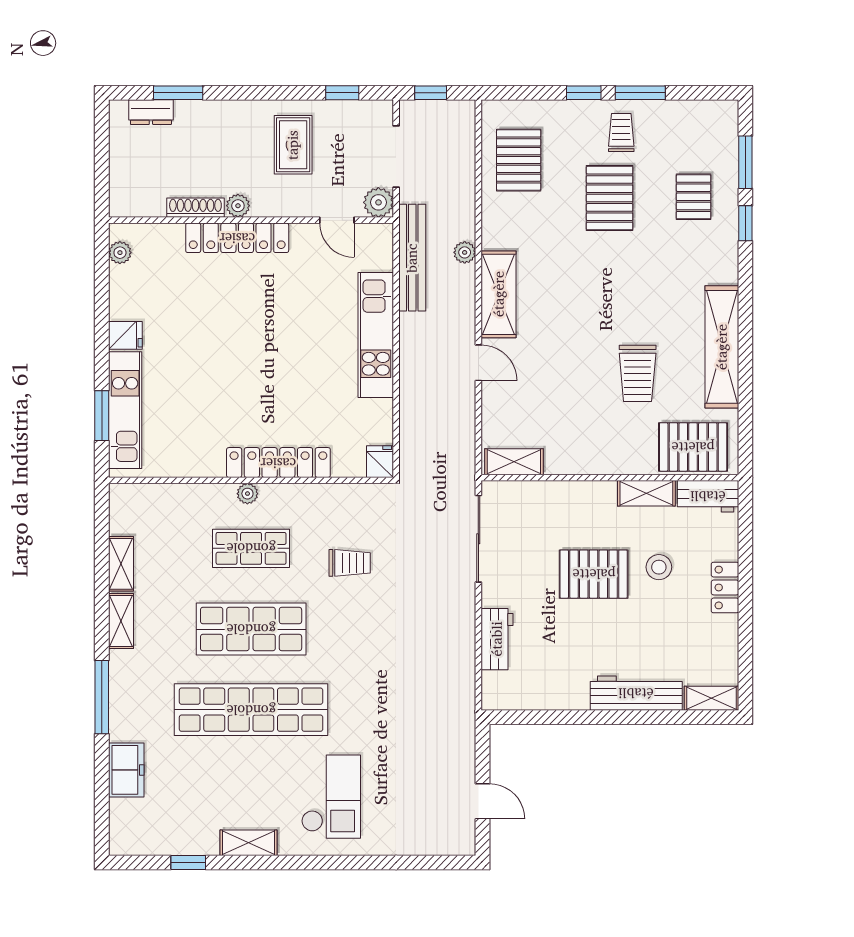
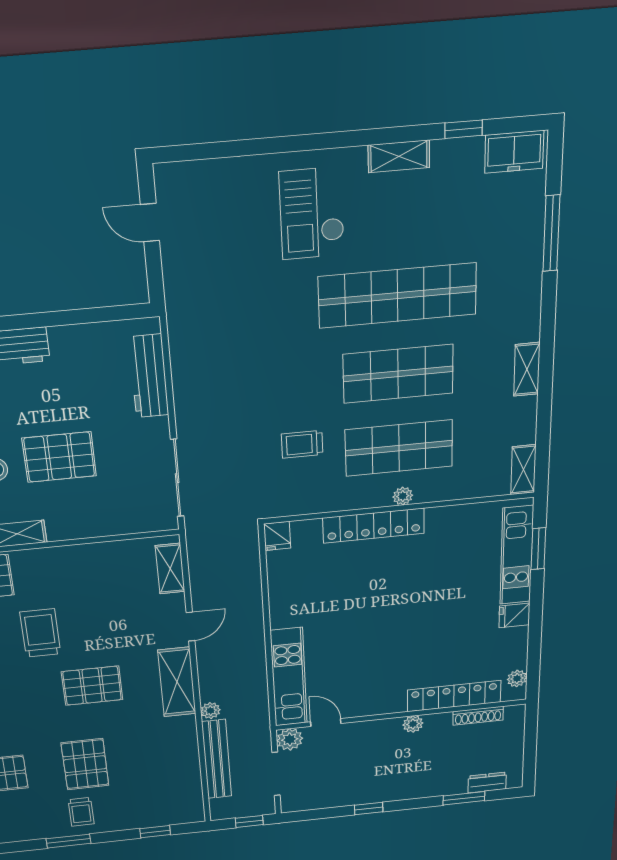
window: (342, 93) -> (369, 809), moved
window: (584, 93) -> (155, 832), moved
rug: (293, 145) -> (366, 773), removed
pallet: (519, 160) -> (92, 686), moved, turned 90
shoe rack: (195, 208) -> (478, 716), moved
locker: (237, 238) -> (454, 696), moved
bench: (412, 258) -> (217, 759), moved
kitchen unit: (376, 335) -> (289, 677), moved
door: (478, 363) -> (190, 627), swing flipped
shelving: (514, 462) -> (170, 569), moved, turned 90
shop shelf: (251, 548) -> (399, 448), width x1.43, depth x1.36
shelving: (121, 564) -> (523, 470), moved
workbench: (497, 639) -> (149, 376), width x1.37
window: (102, 697) -> (552, 233), moved
freezer: (126, 770) -> (514, 152), moved, turned -90

